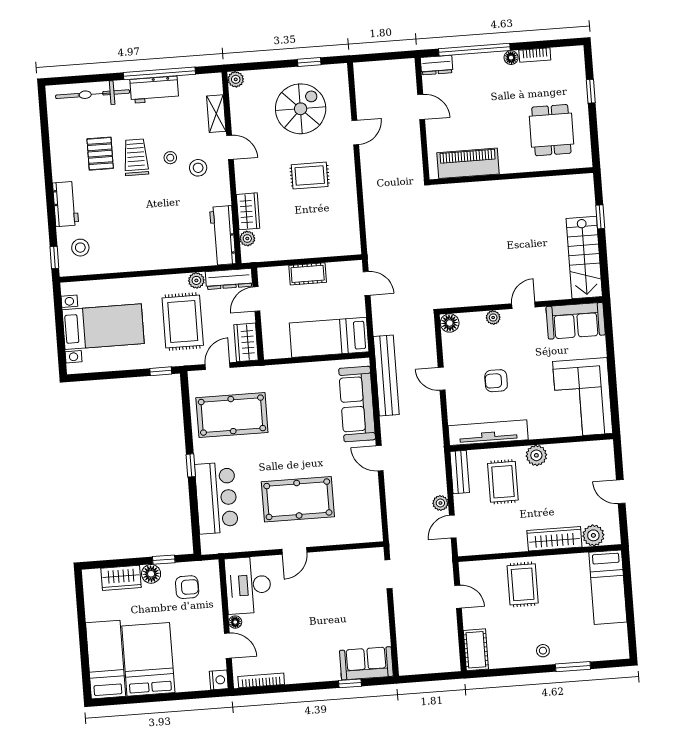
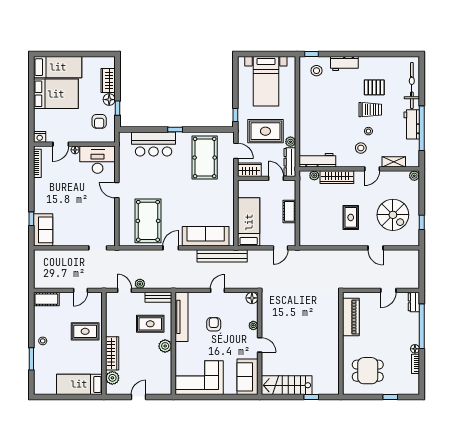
wardrobe: (248, 211) -> (337, 177), width x1.50
pool table: (298, 499) -> (148, 221), moved

